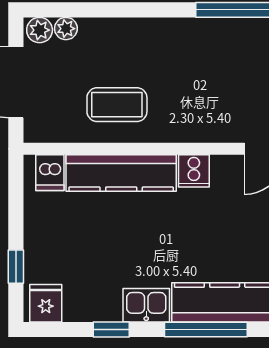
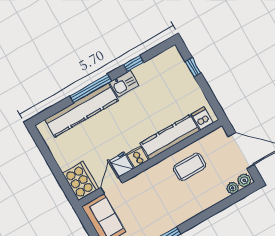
fridge: (46, 303) -> (122, 164), moved, turned 180

